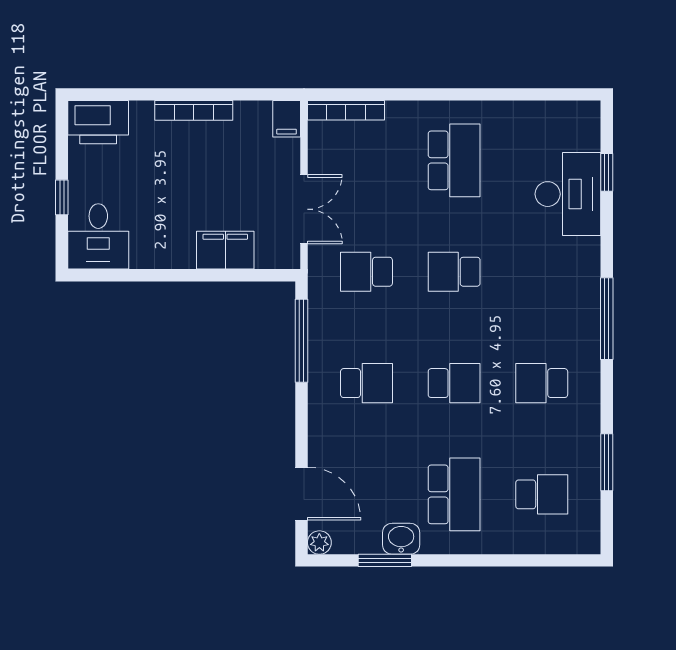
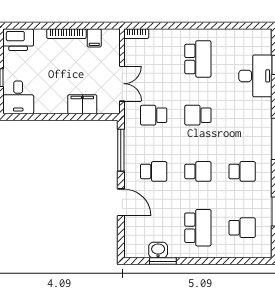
bookcase: (346, 110) -> (136, 34), width x0.64
filing cabinet: (287, 119) -> (94, 38), moved
school desk: (542, 383) -> (242, 171), turned 180
door: (301, 494) -> (121, 202), moved
washbasin: (401, 539) -> (158, 250), moved
plant: (319, 543) -> (130, 252), removed

